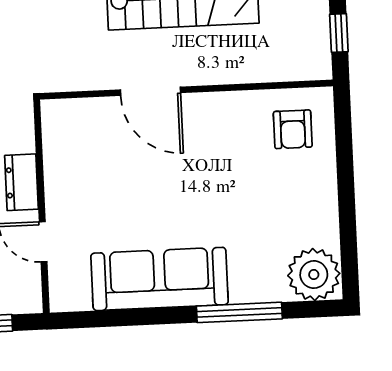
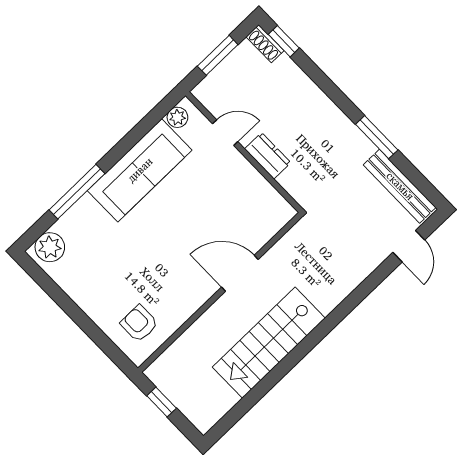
plant: (314, 275) -> (50, 247), width x0.73, depth x0.73
plant: (77, 298) -> (177, 117), added

